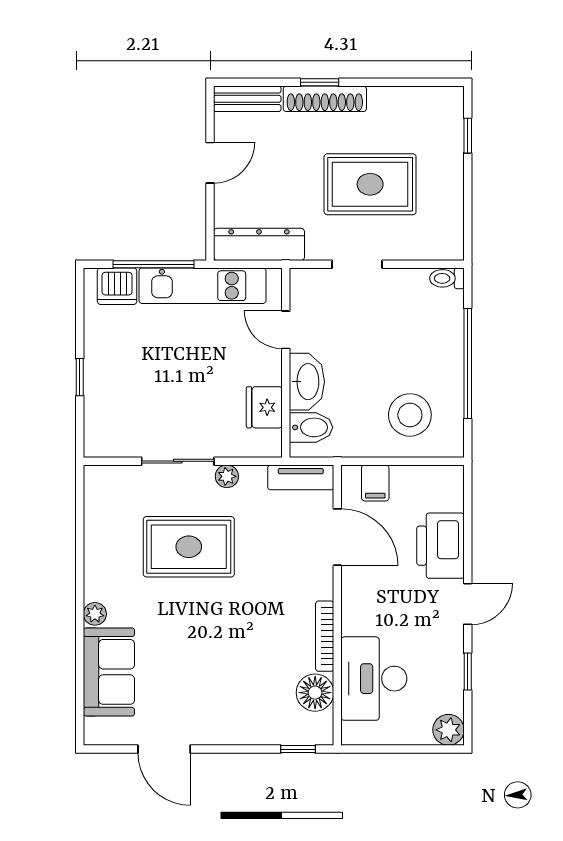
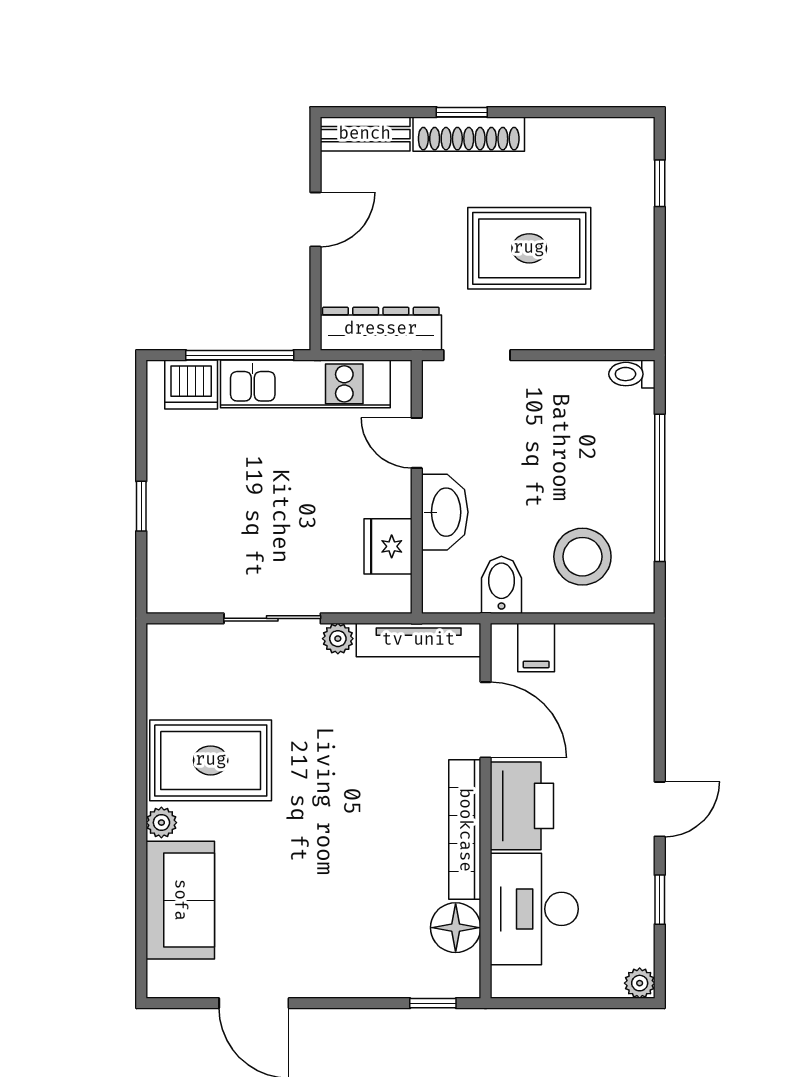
doorway: (357, 264) -> (477, 355), moved
bidet: (311, 427) -> (501, 585), moved, turned -90
tv unit: (301, 477) -> (419, 640), width x1.41
printer: (440, 546) -> (522, 806), moved, turned 180
rug: (189, 547) -> (211, 760), moved
bookcase: (325, 636) -> (465, 830), width x1.48, depth x1.31
plant: (448, 730) -> (640, 983), width x0.73, depth x0.73

